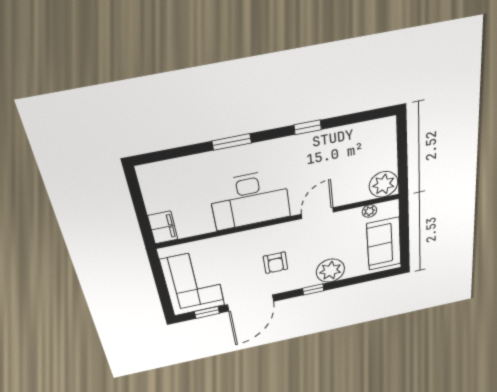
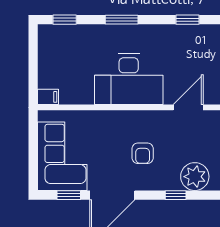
window: (165, 155) -> (65, 20), added
filing cabinet: (163, 227) -> (48, 97), width x0.50

